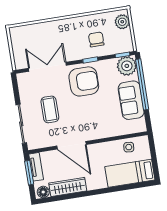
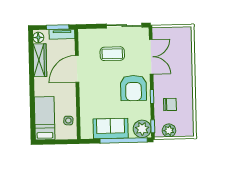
plant: (122, 22) -> (169, 130), moved
sliding door: (21, 124) -> (124, 26), moved

